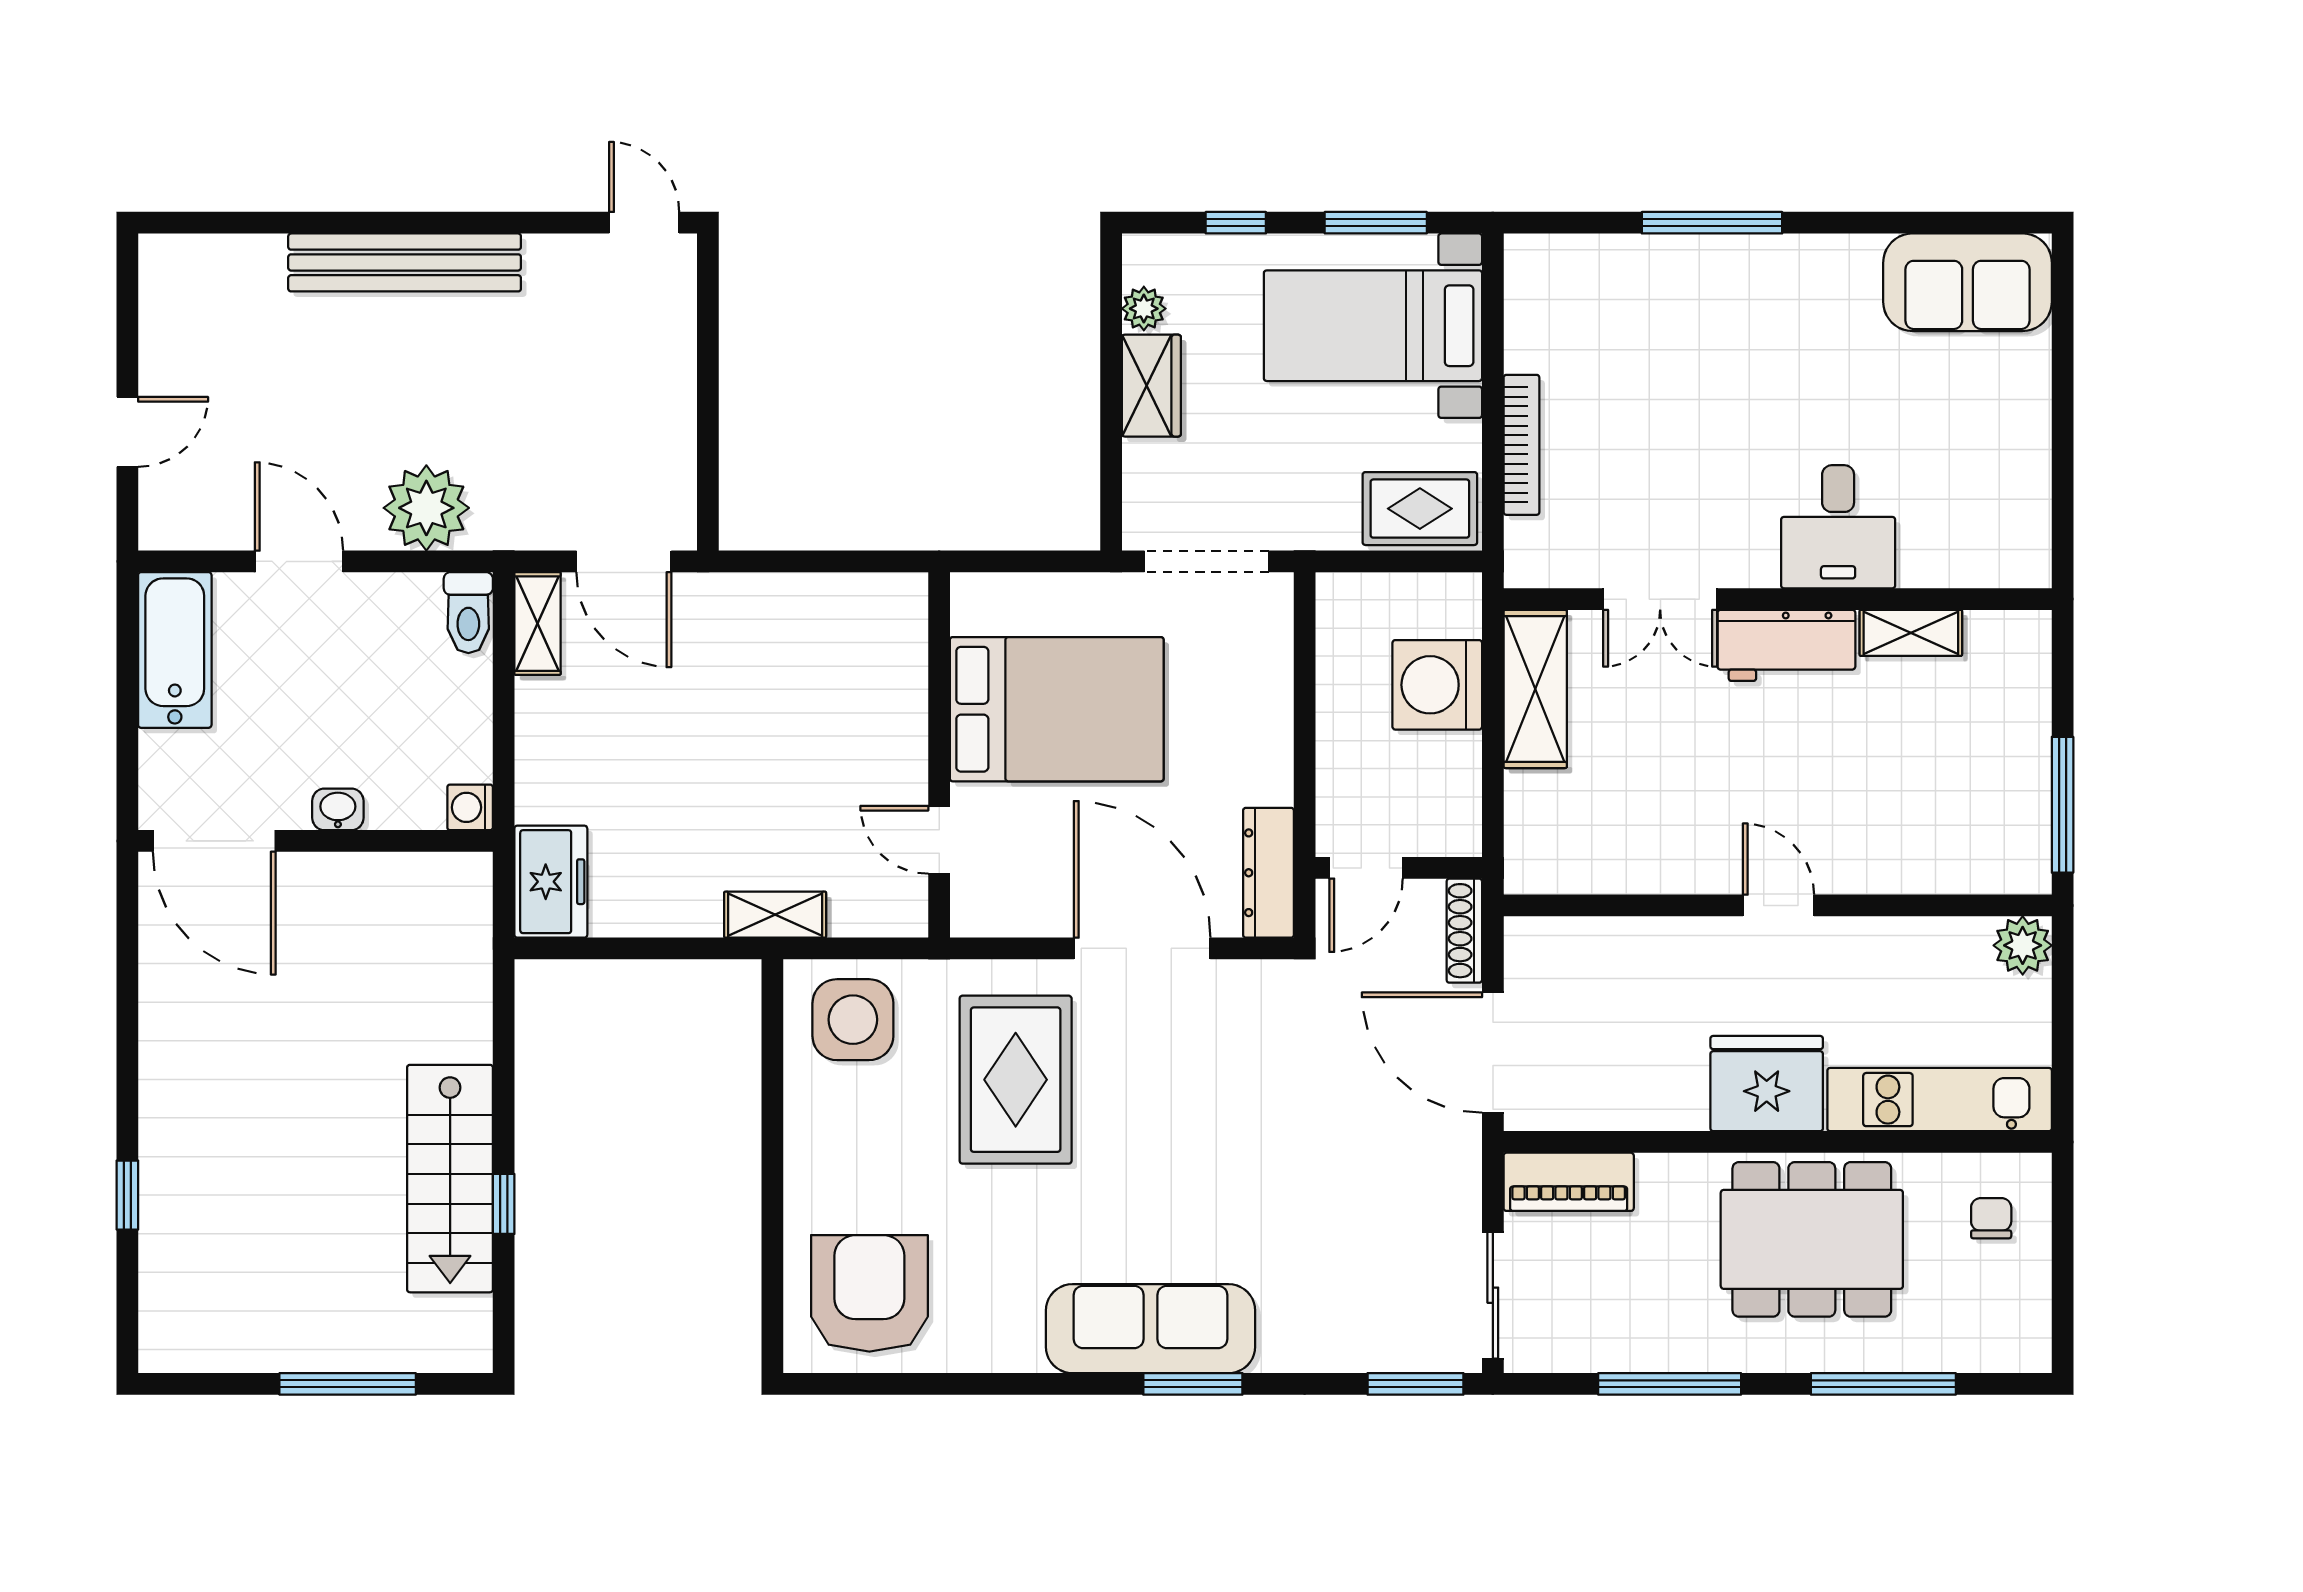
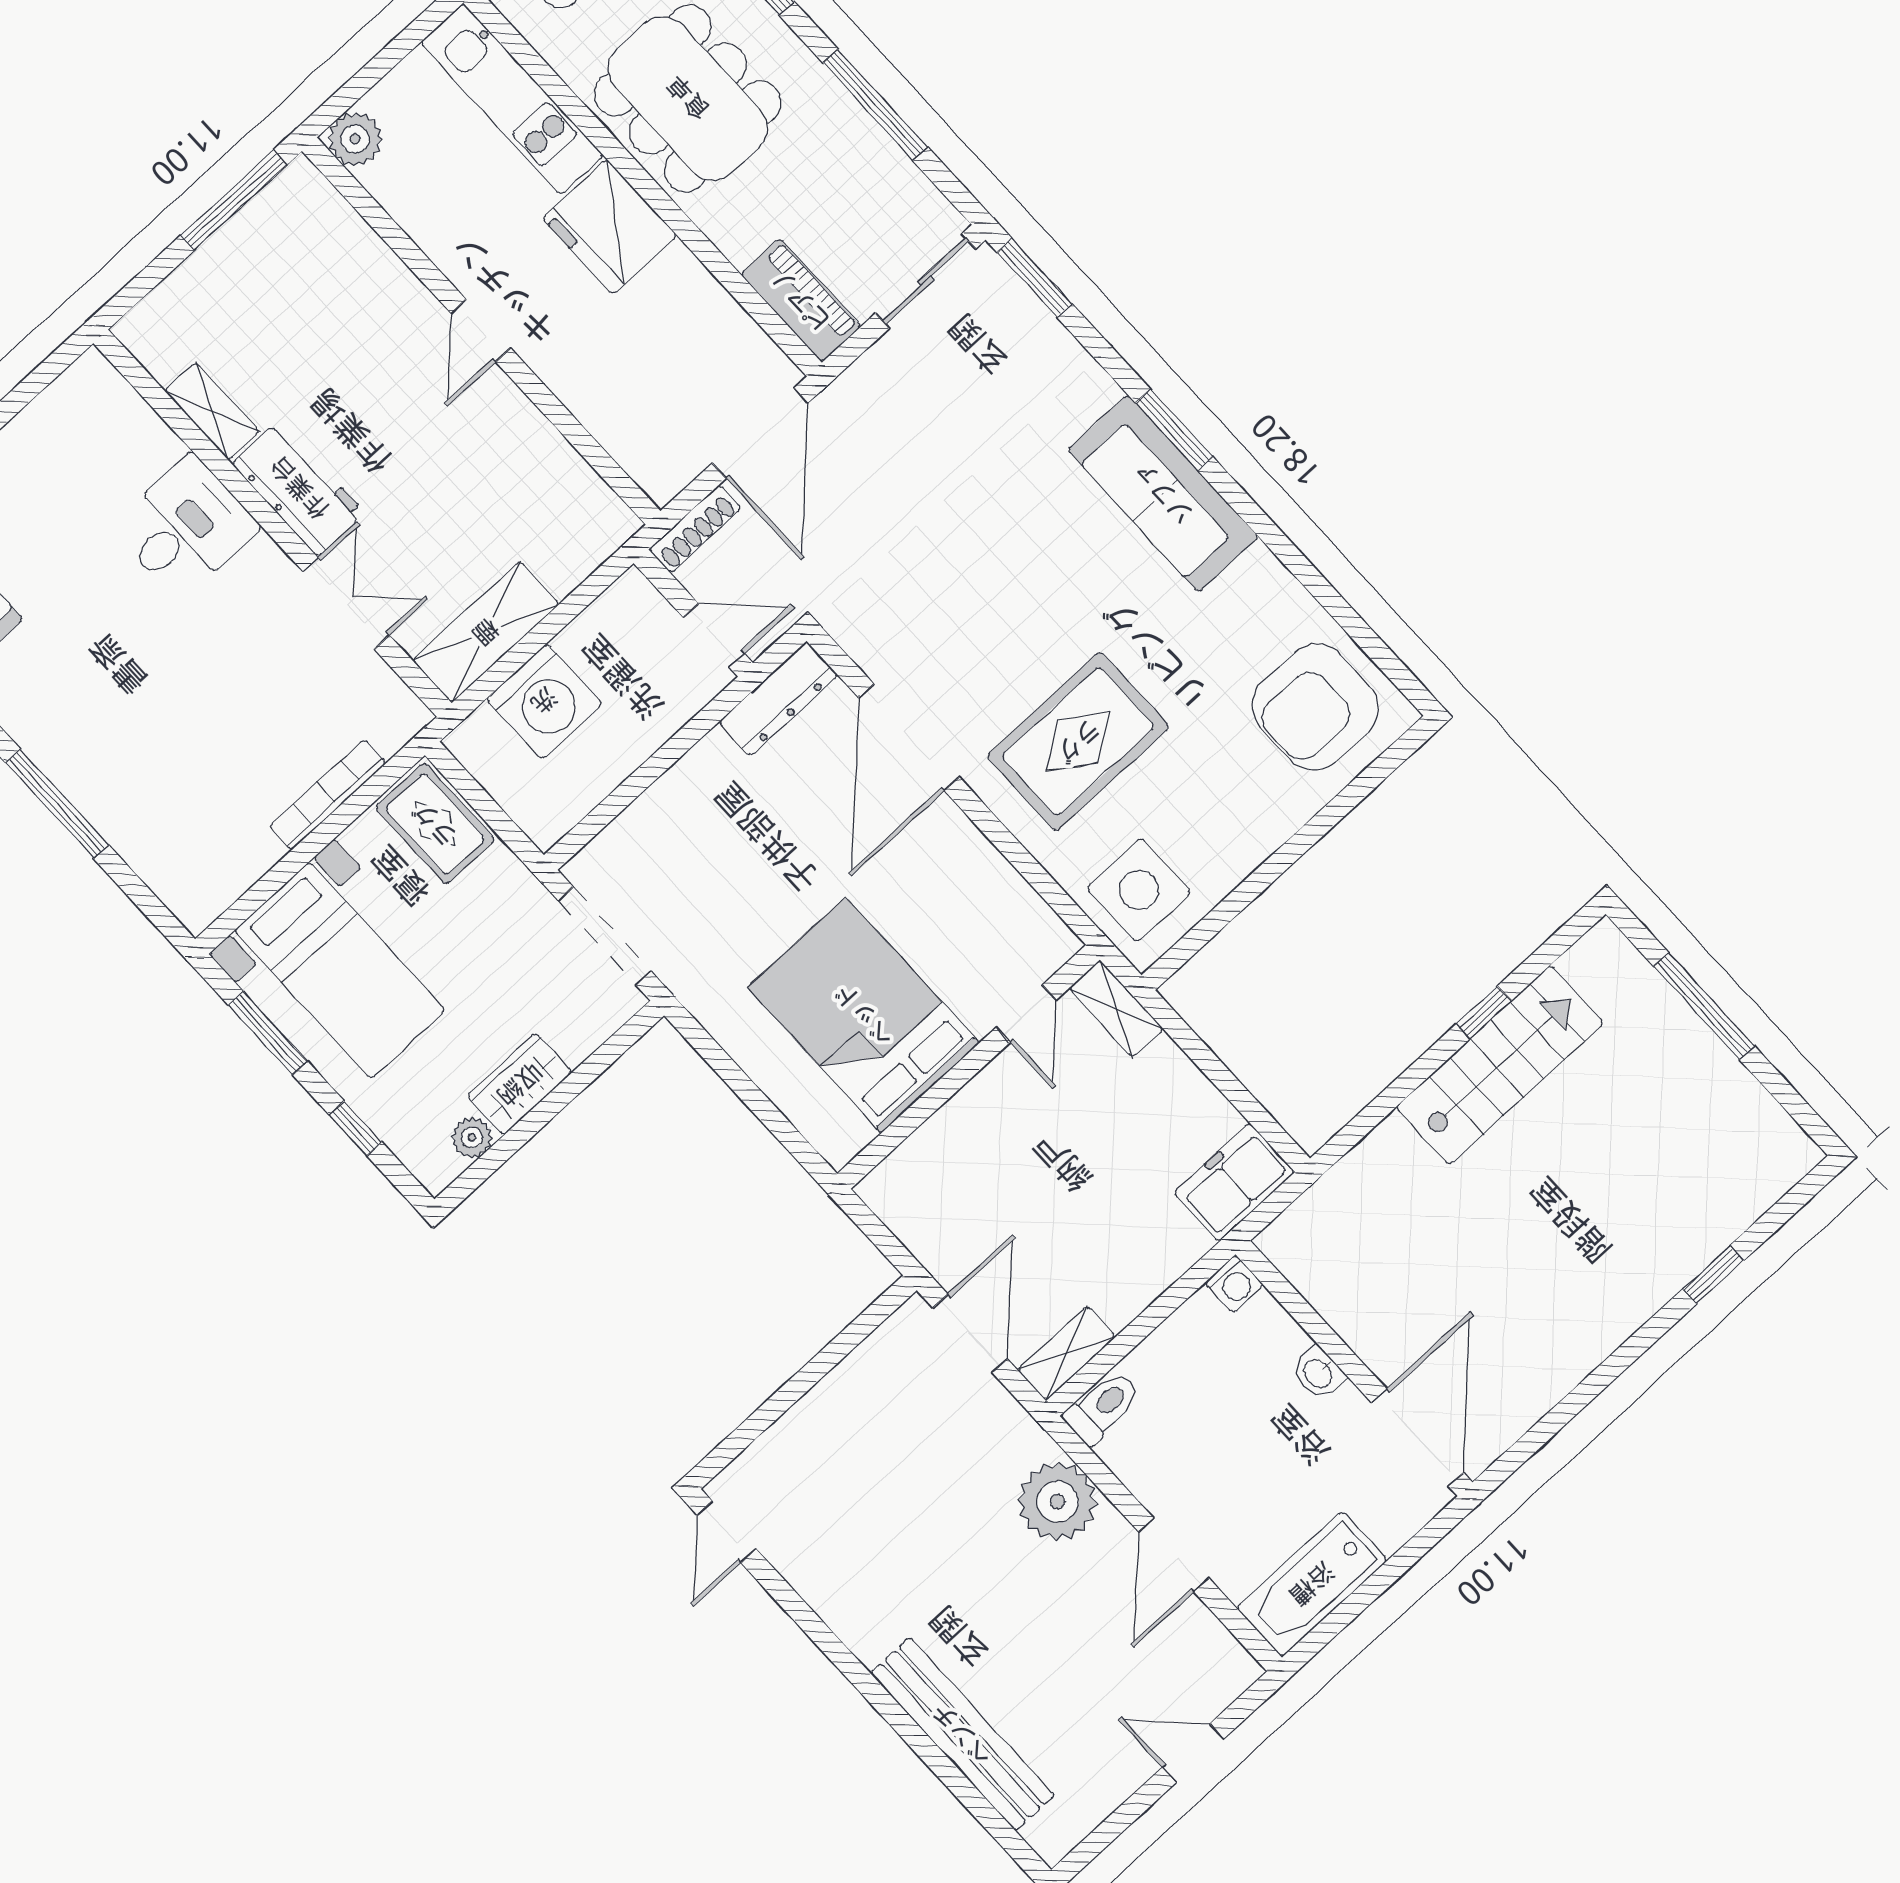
bench: (405, 262) -> (962, 1734), moved
bed: (1057, 709) -> (864, 1015), moved
wall: (939, 755) -> (968, 1067), moved
door: (939, 840) -> (1026, 1014), moved

